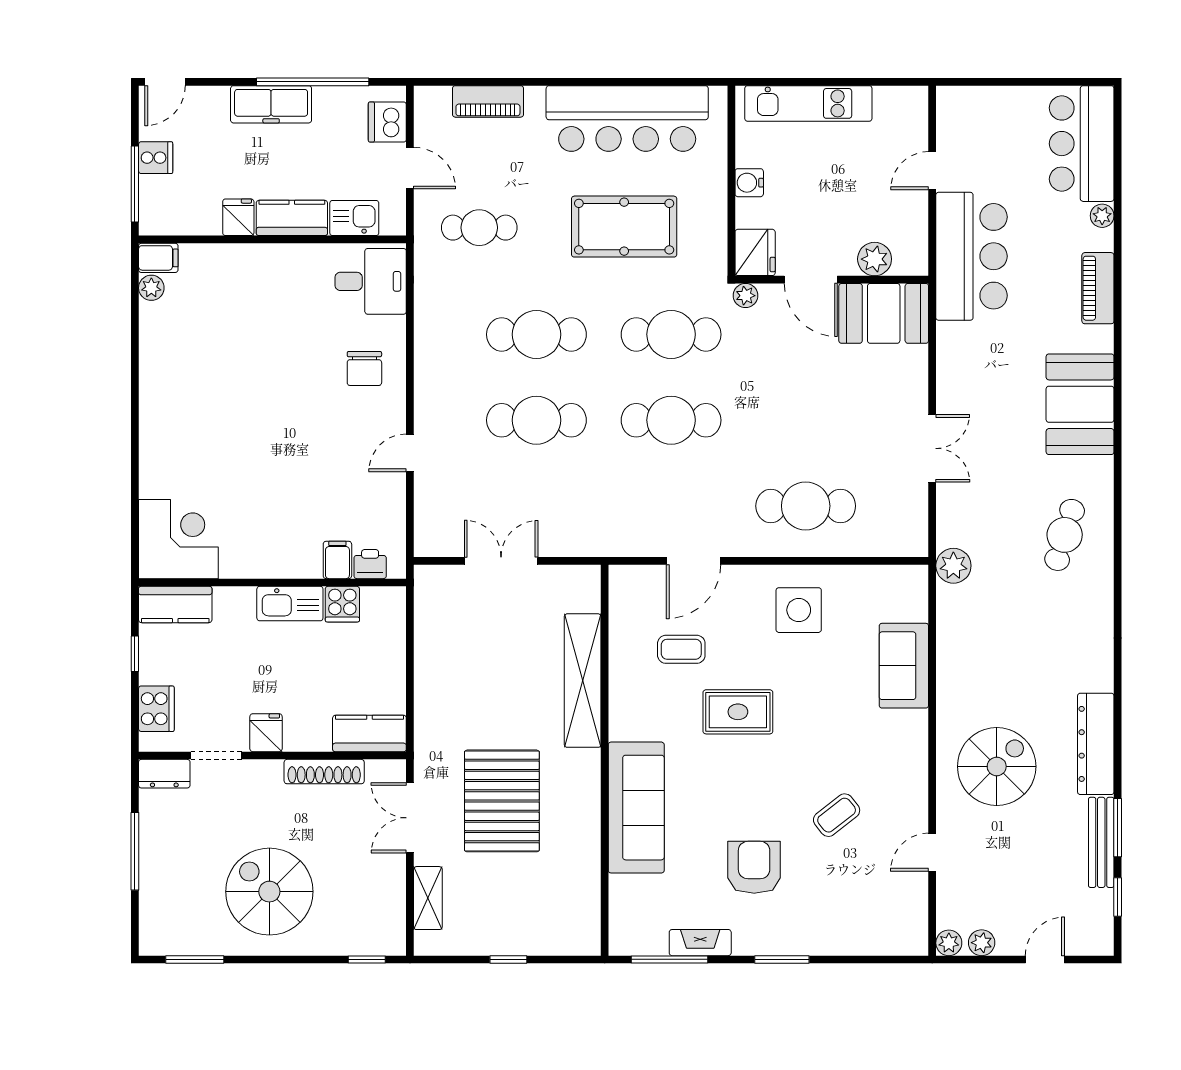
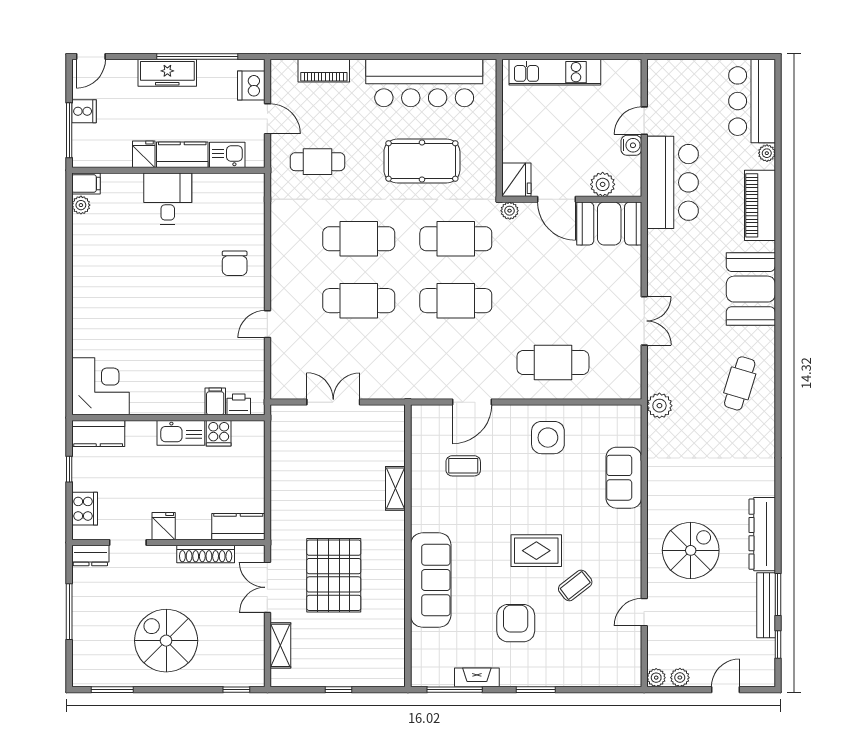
water cooler: (749, 183) -> (631, 145), moved, turned 180
desk: (371, 281) -> (168, 199), moved, turned -90
piano: (1098, 288) -> (760, 205), width x1.37, depth x1.33
shelving: (583, 681) -> (395, 488), width x0.45, depth x0.75
rug: (738, 712) -> (536, 551), moved

